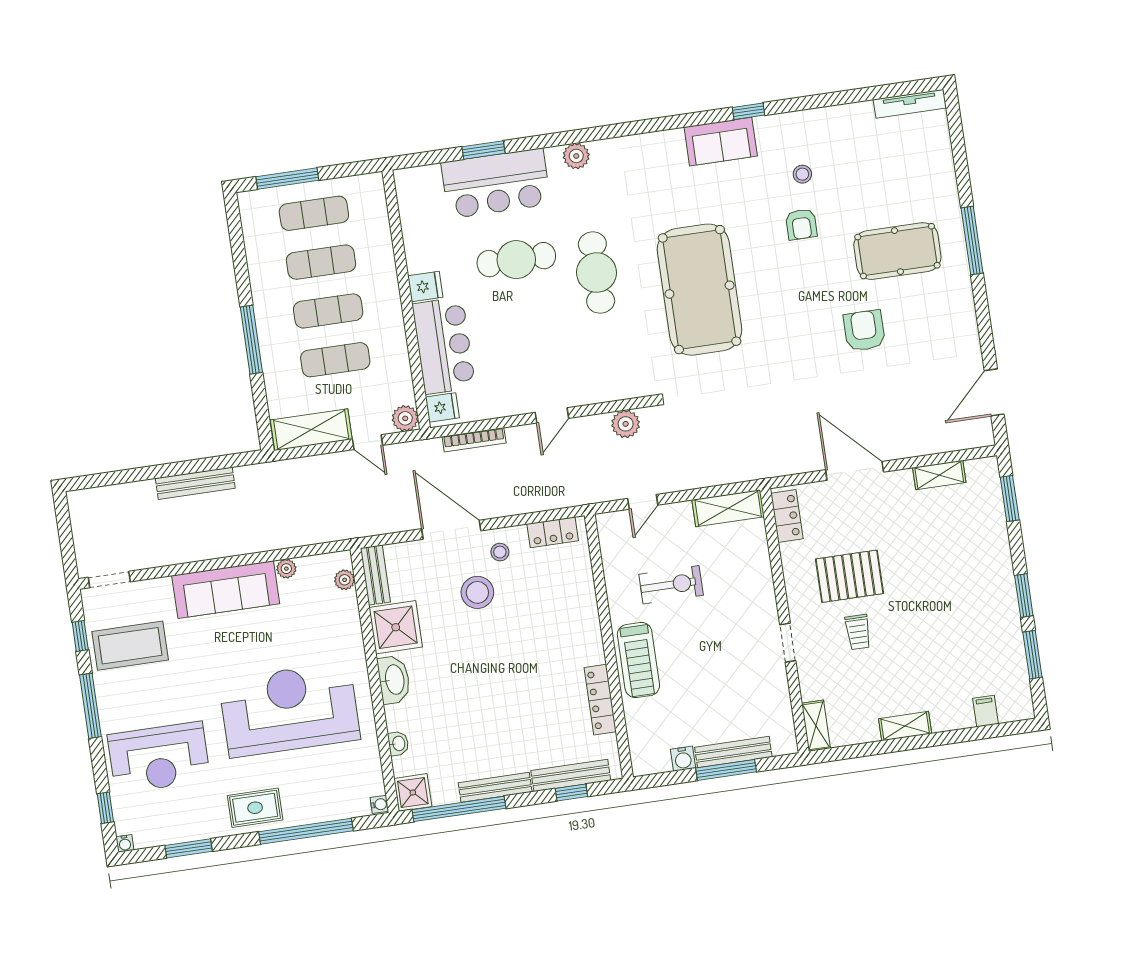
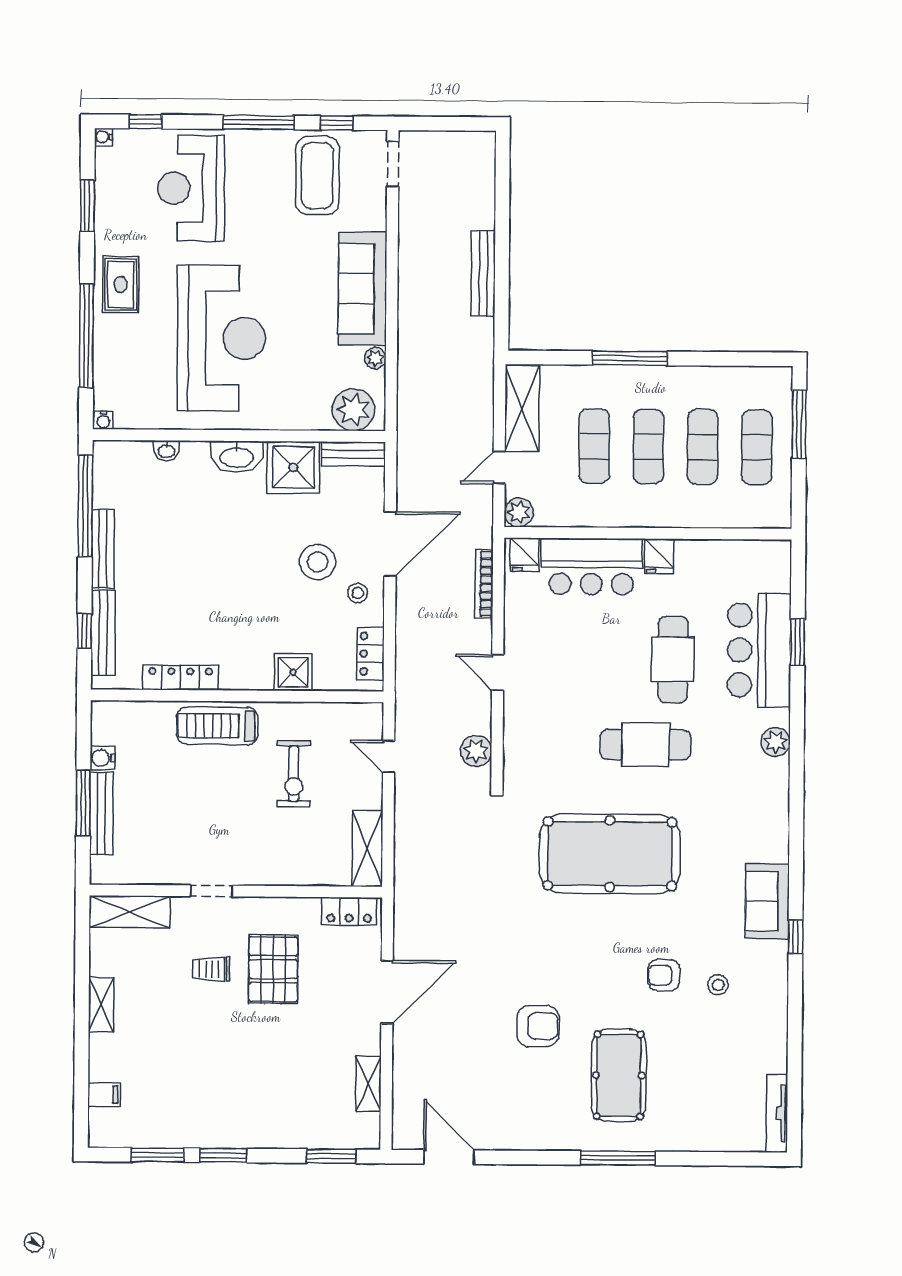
plant: (345, 580) -> (353, 410), width x1.88, depth x1.88
shelving: (816, 726) -> (130, 912), width x1.50, depth x1.33
shower: (413, 792) -> (293, 672), moved

